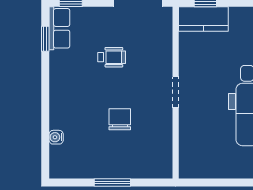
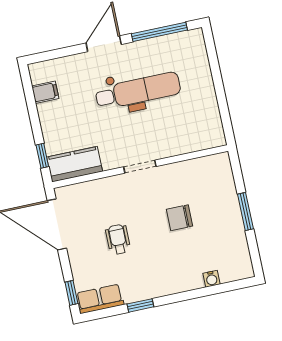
kitchen counter: (203, 19) -> (75, 164), moved, turned -90
window: (45, 39) -> (140, 305), moved

